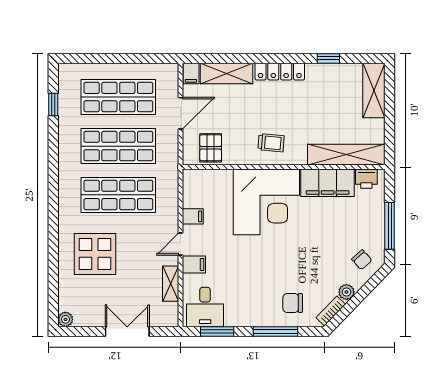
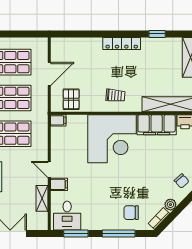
filing cabinet: (191, 74) -> (57, 45), removed
shelving: (226, 74) -> (83, 45), removed
filing cabinet: (193, 216) -> (58, 120), moved
door: (181, 244) -> (49, 170), hinge flipped

